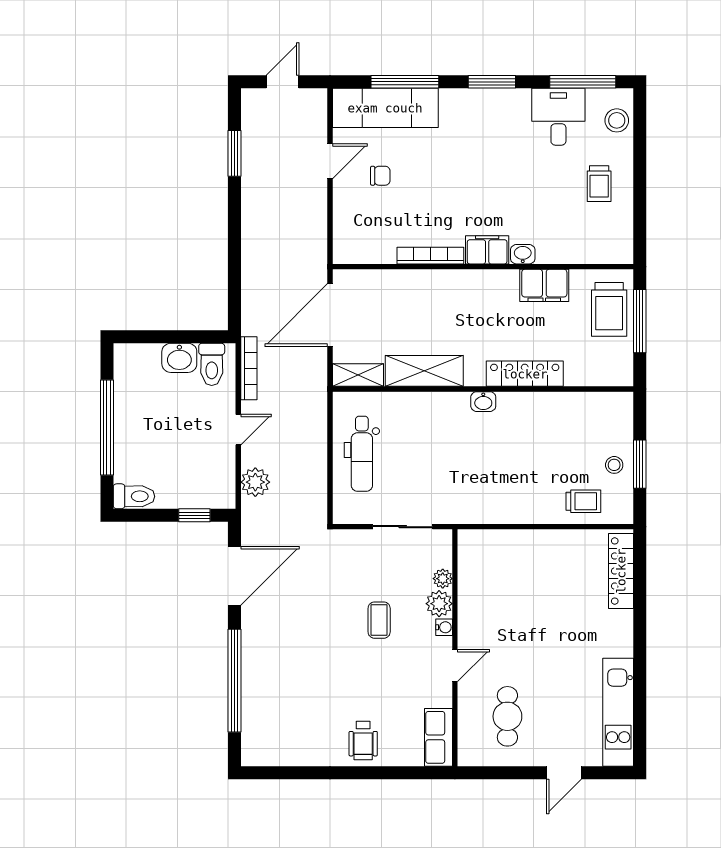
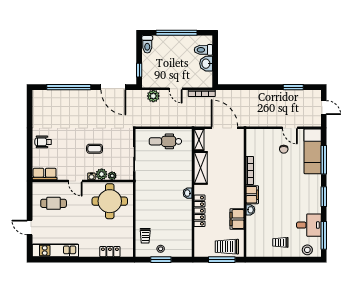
toilet: (212, 364) -> (203, 50), moved
locker: (621, 571) -> (110, 252), width x0.66
round table: (502, 584) -> (110, 201), added

